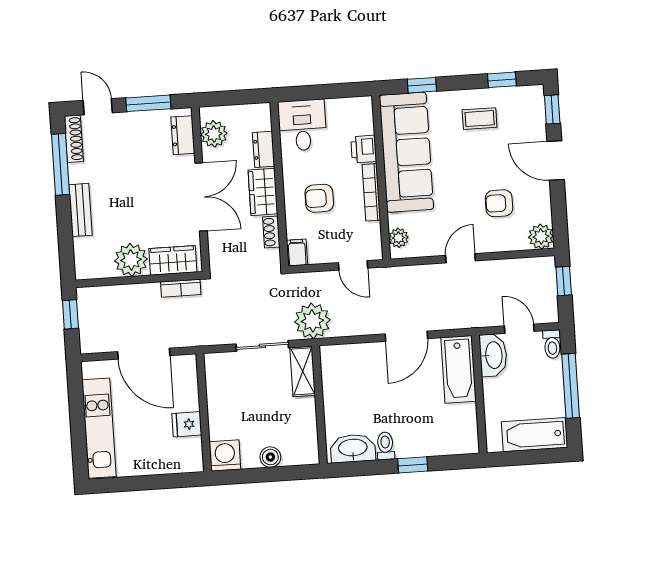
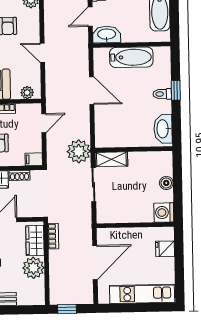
bathtub: (459, 369) -> (131, 57), moved
fridge: (187, 424) -> (165, 249), moved, turned 90
toilet: (385, 446) -> (162, 94), moved

